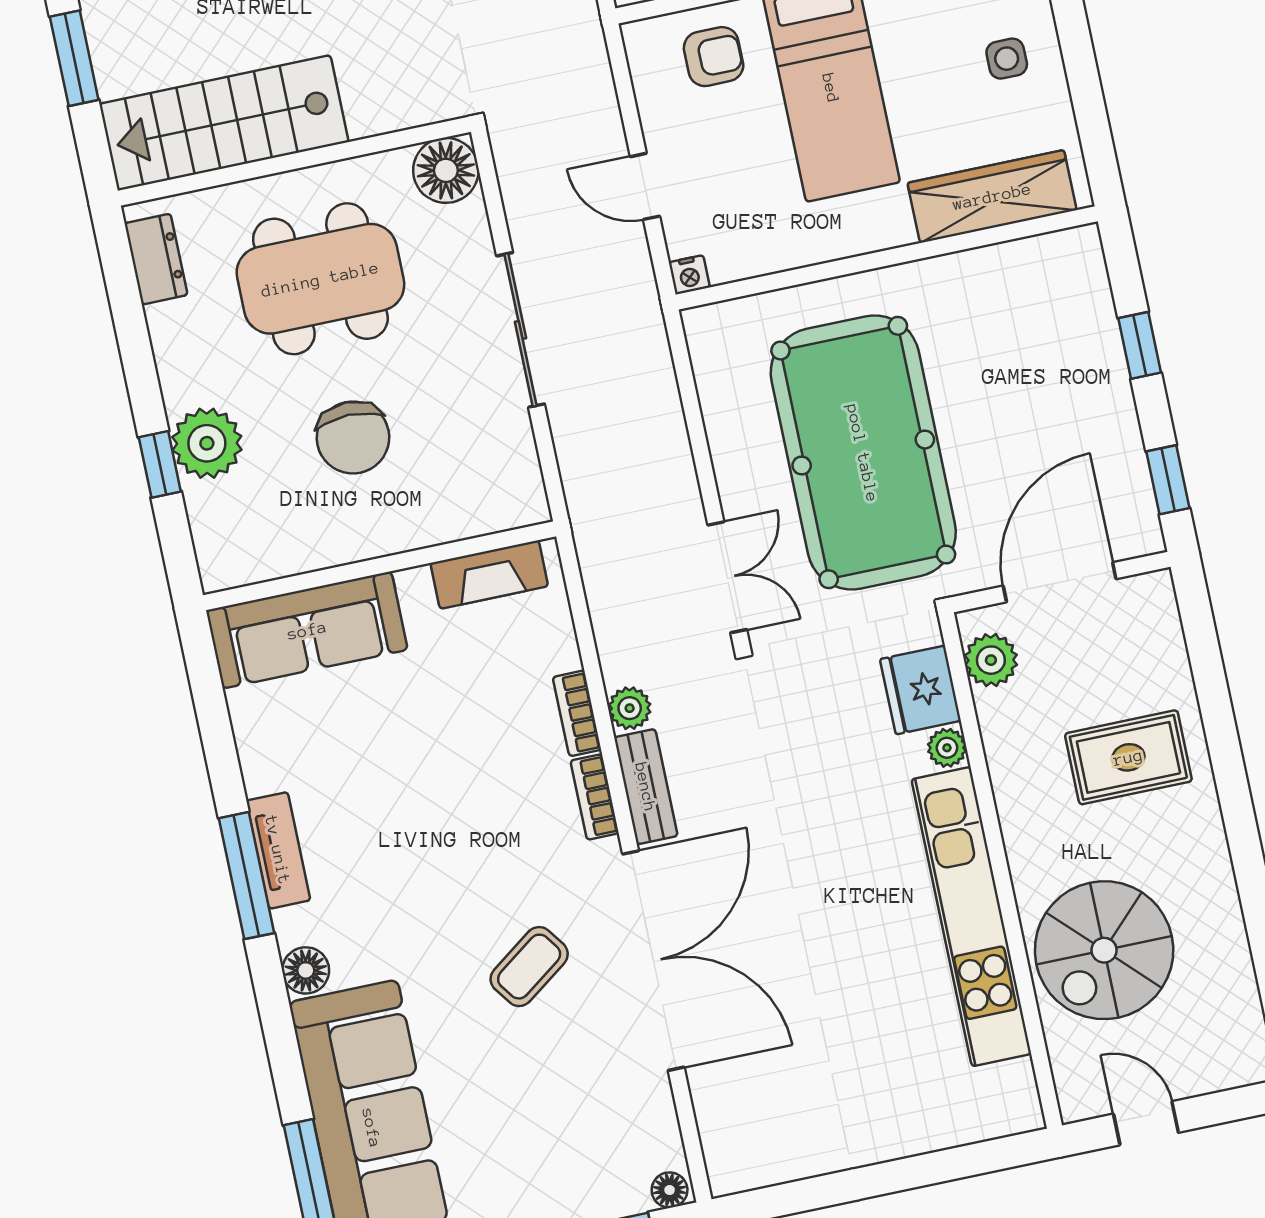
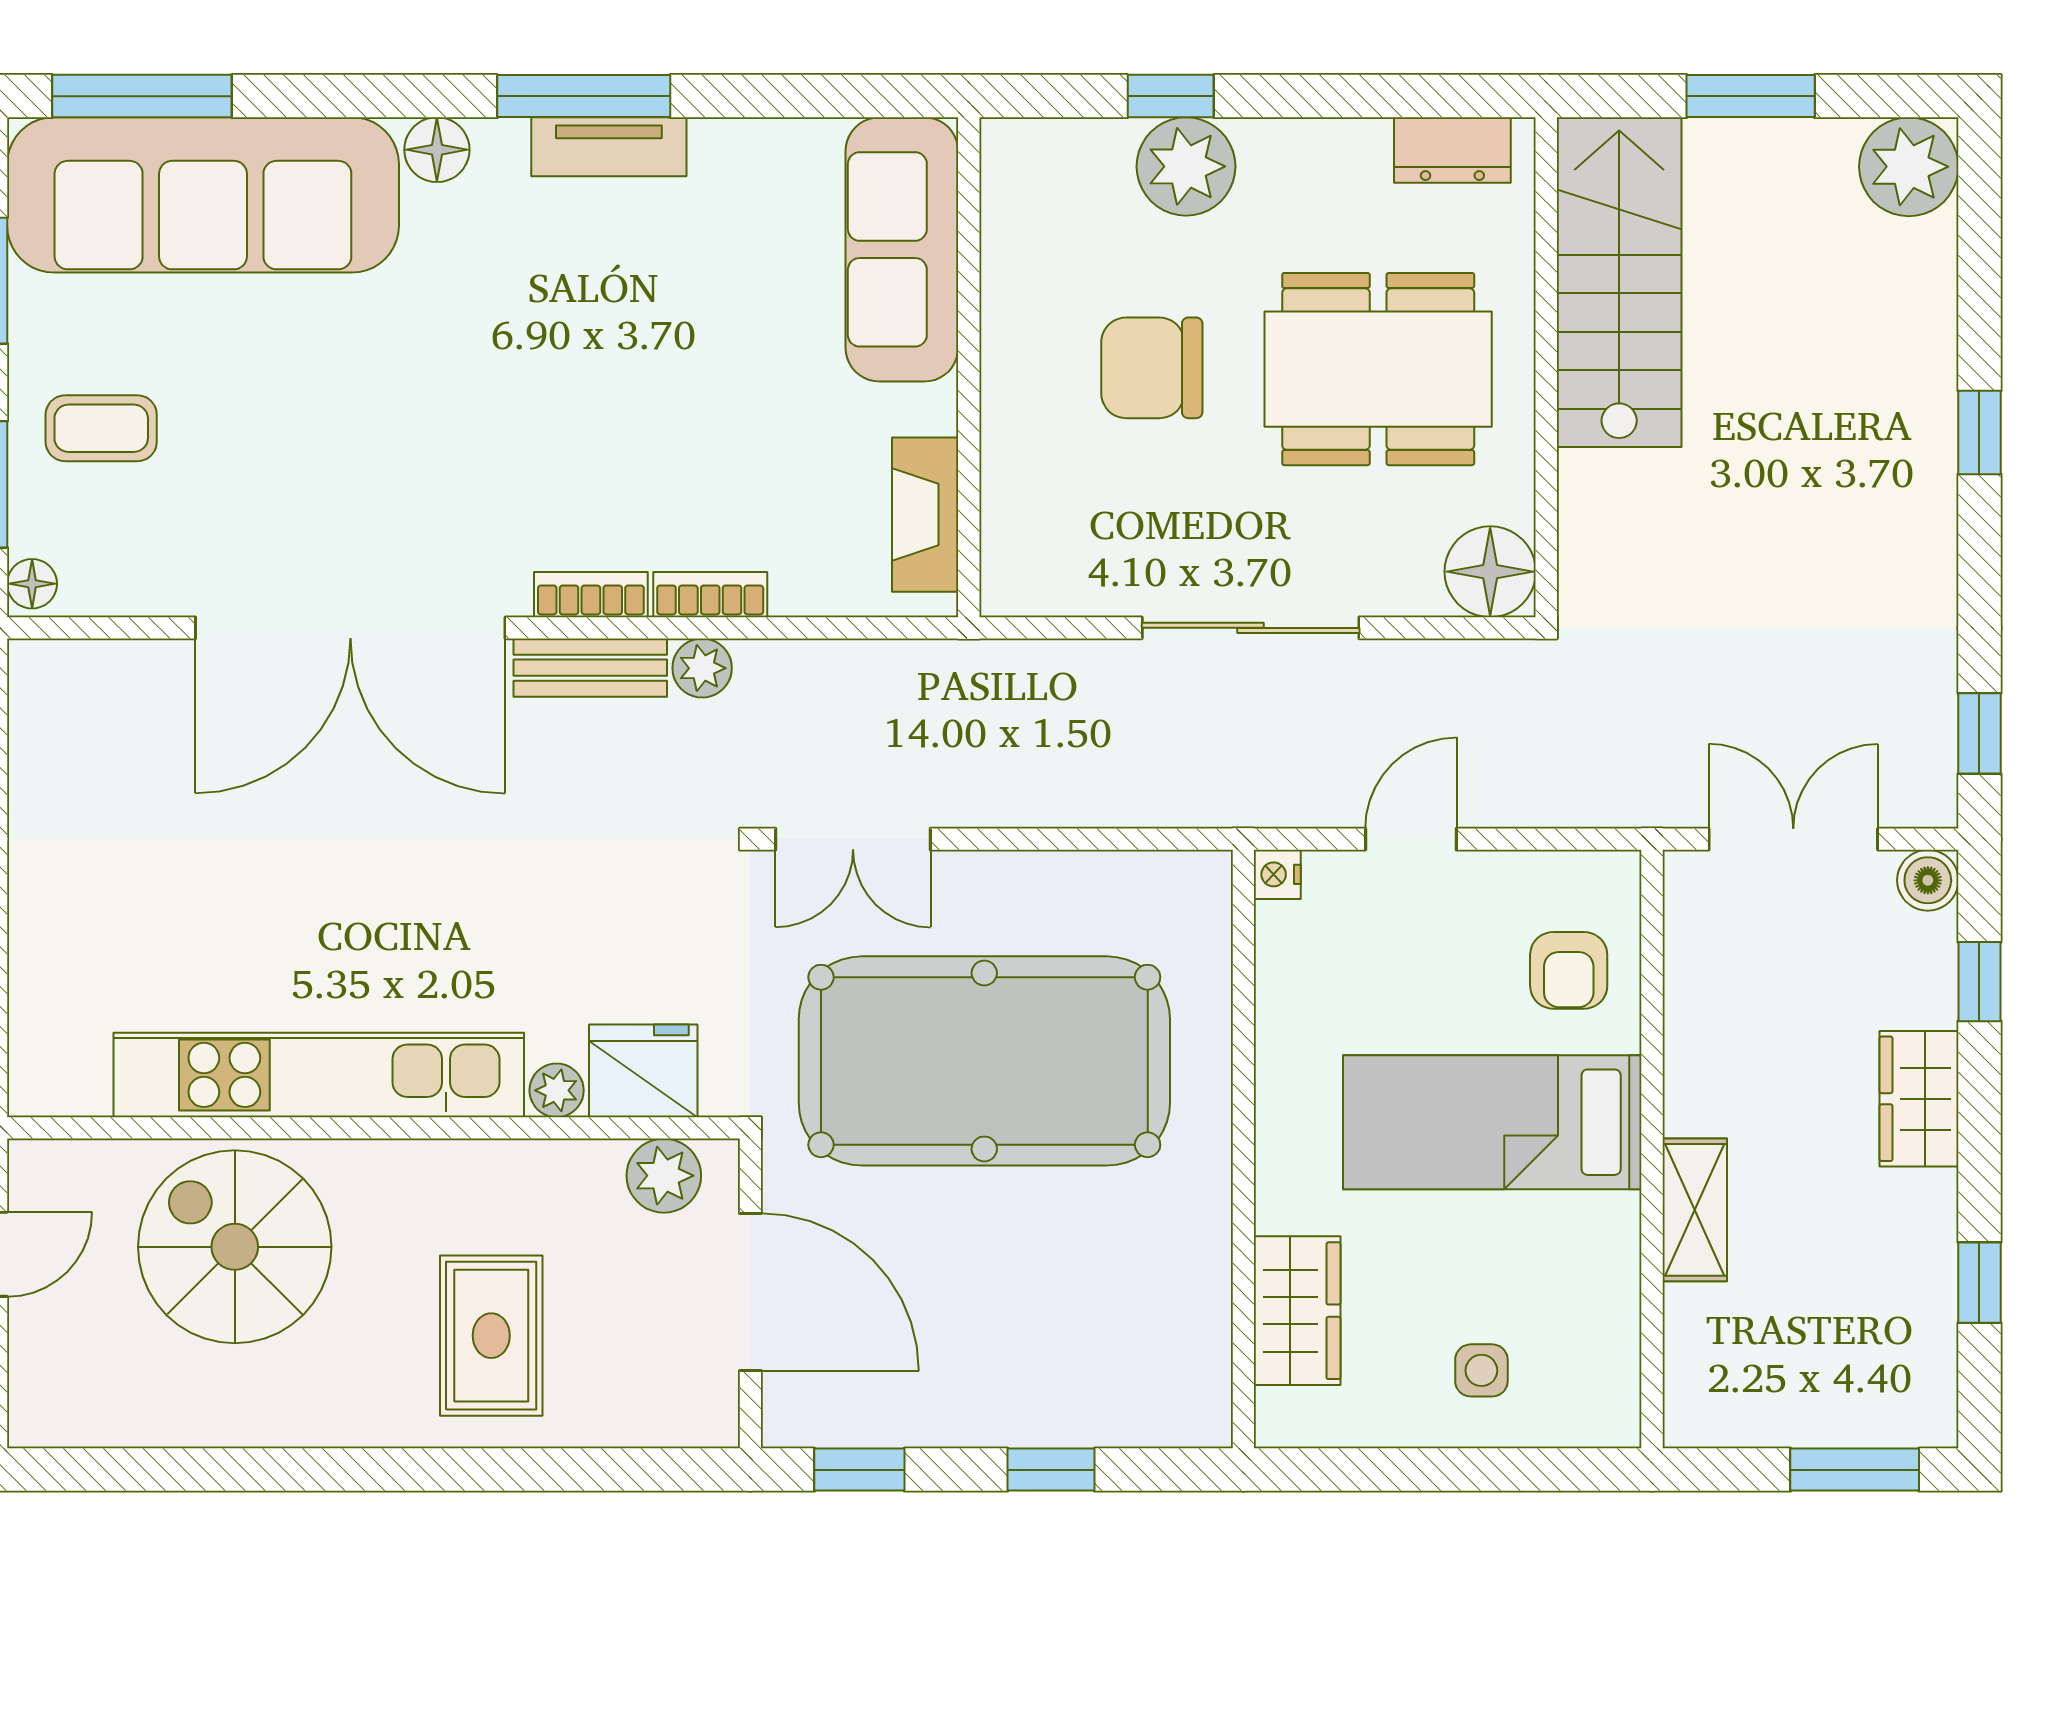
wardrobe: (992, 196) -> (1297, 1311), width x0.67
dining table: (320, 279) -> (1378, 369), turned 90
coffee table: (529, 967) -> (101, 428), moved, turned -54

